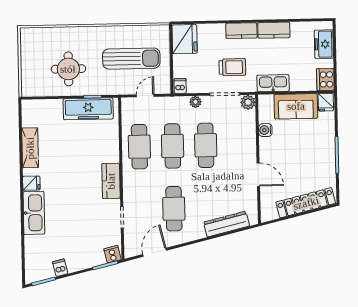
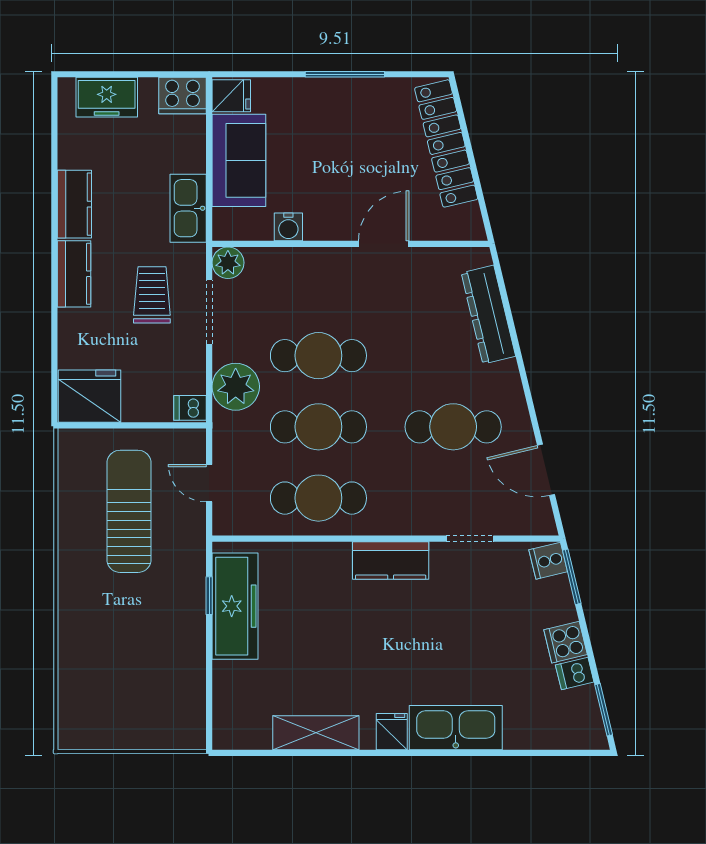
round table: (68, 69) -> (148, 647), removed
plant: (195, 102) -> (236, 387), width x1.87, depth x1.87
cooker: (75, 263) -> (566, 642), added

